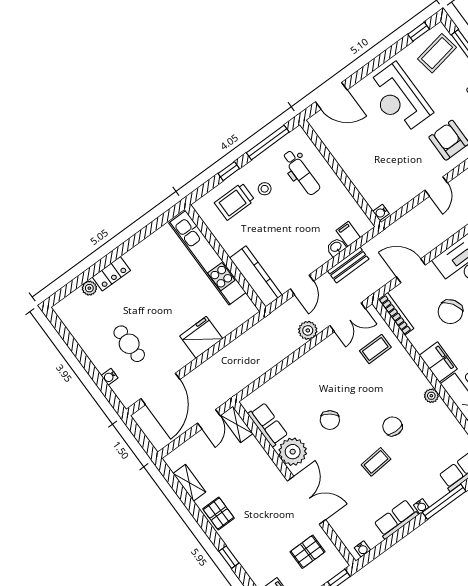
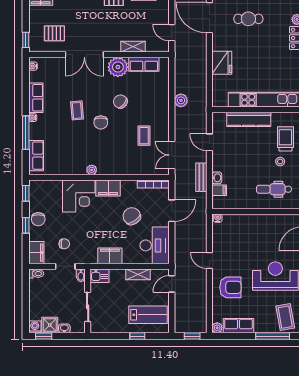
kitchen counter: (256, 277) -> (249, 119), moved
plant: (308, 330) -> (181, 100), moved
coffee table: (375, 349) -> (144, 136), moved
shelving: (237, 424) -> (133, 47), moved
chair: (392, 426) -> (101, 122), moved, turned 88
pallet: (307, 552) -> (54, 33), turned 90

